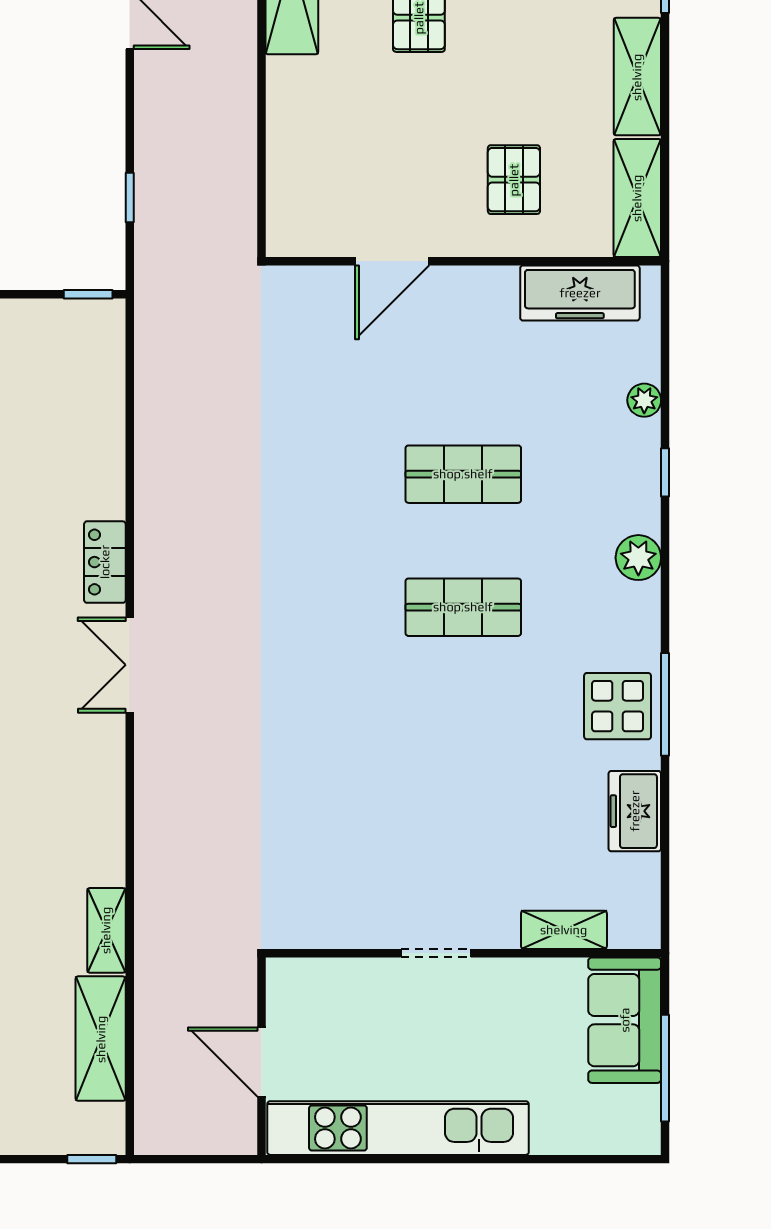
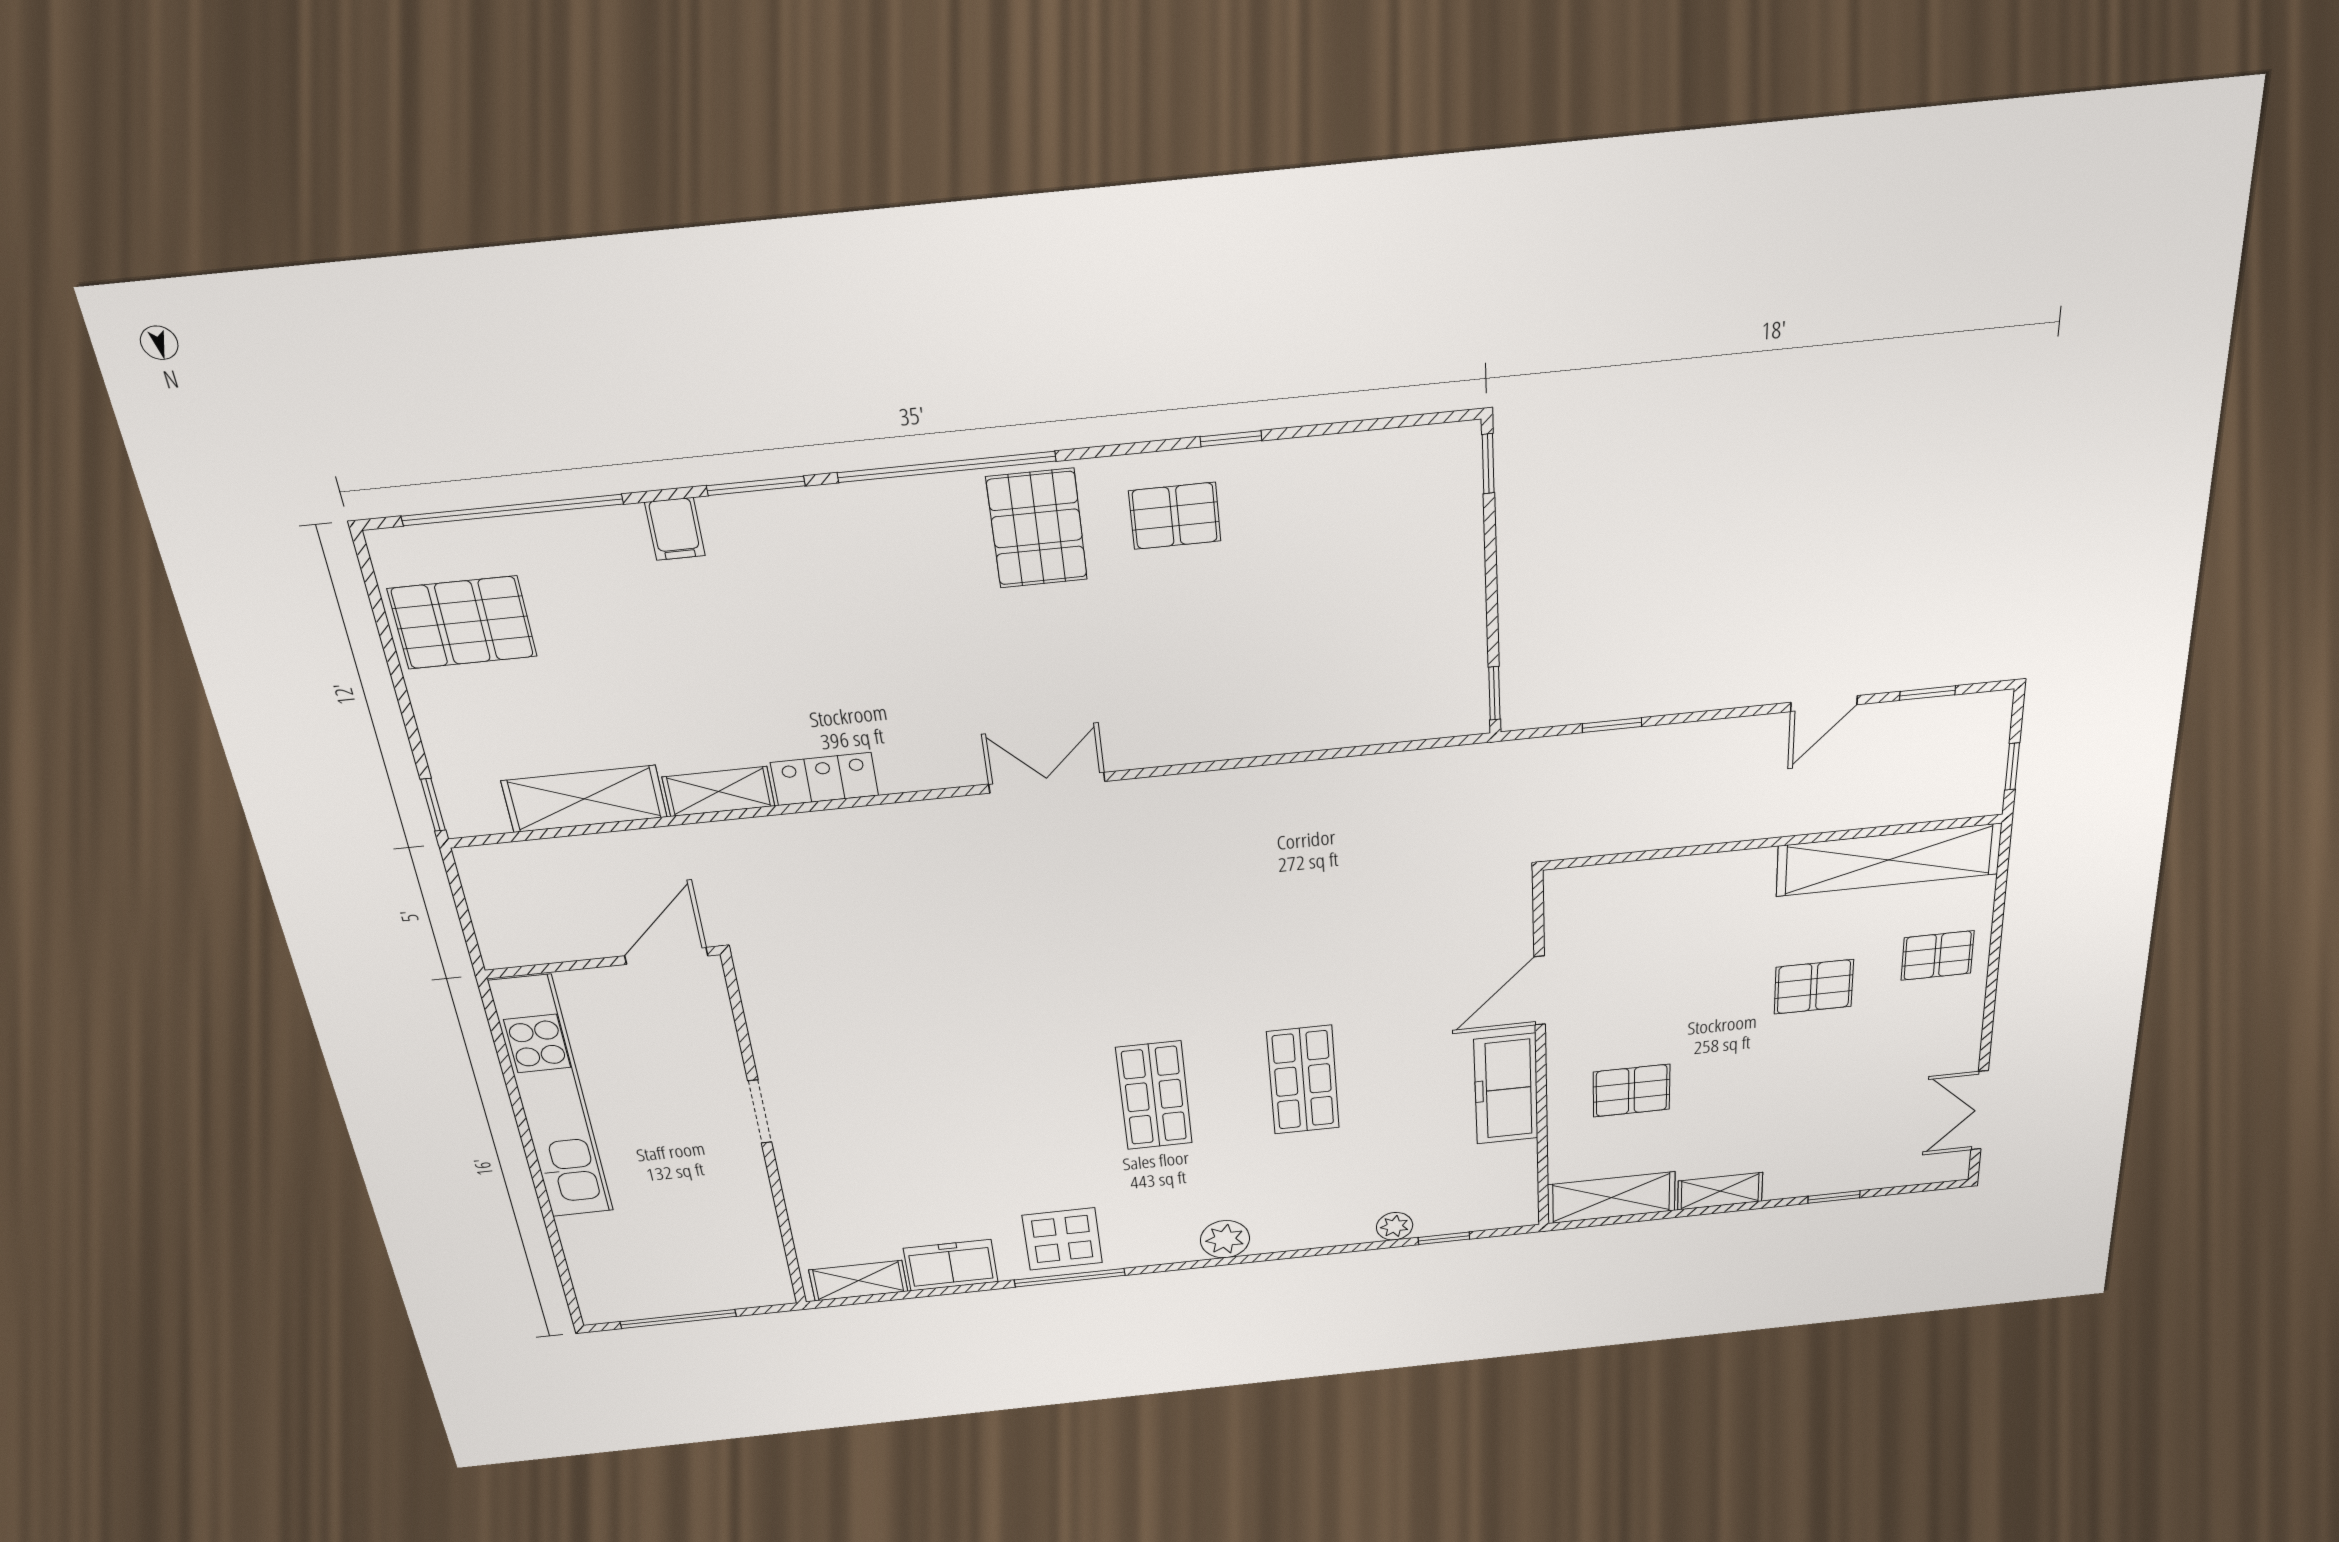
shelving: (637, 77) -> (1720, 1191), width x0.67, depth x0.75
door: (392, 261) -> (1540, 991), hinge flipped
freezer: (580, 293) -> (1506, 1089), moved
window: (665, 472) -> (1444, 1238), moved
locker: (105, 562) -> (825, 779), moved
shelving: (564, 930) -> (858, 1281), moved, turned 90
sofa: (625, 1020) -> (722, 1281), removed
door: (261, 1062) -> (666, 956), moved

